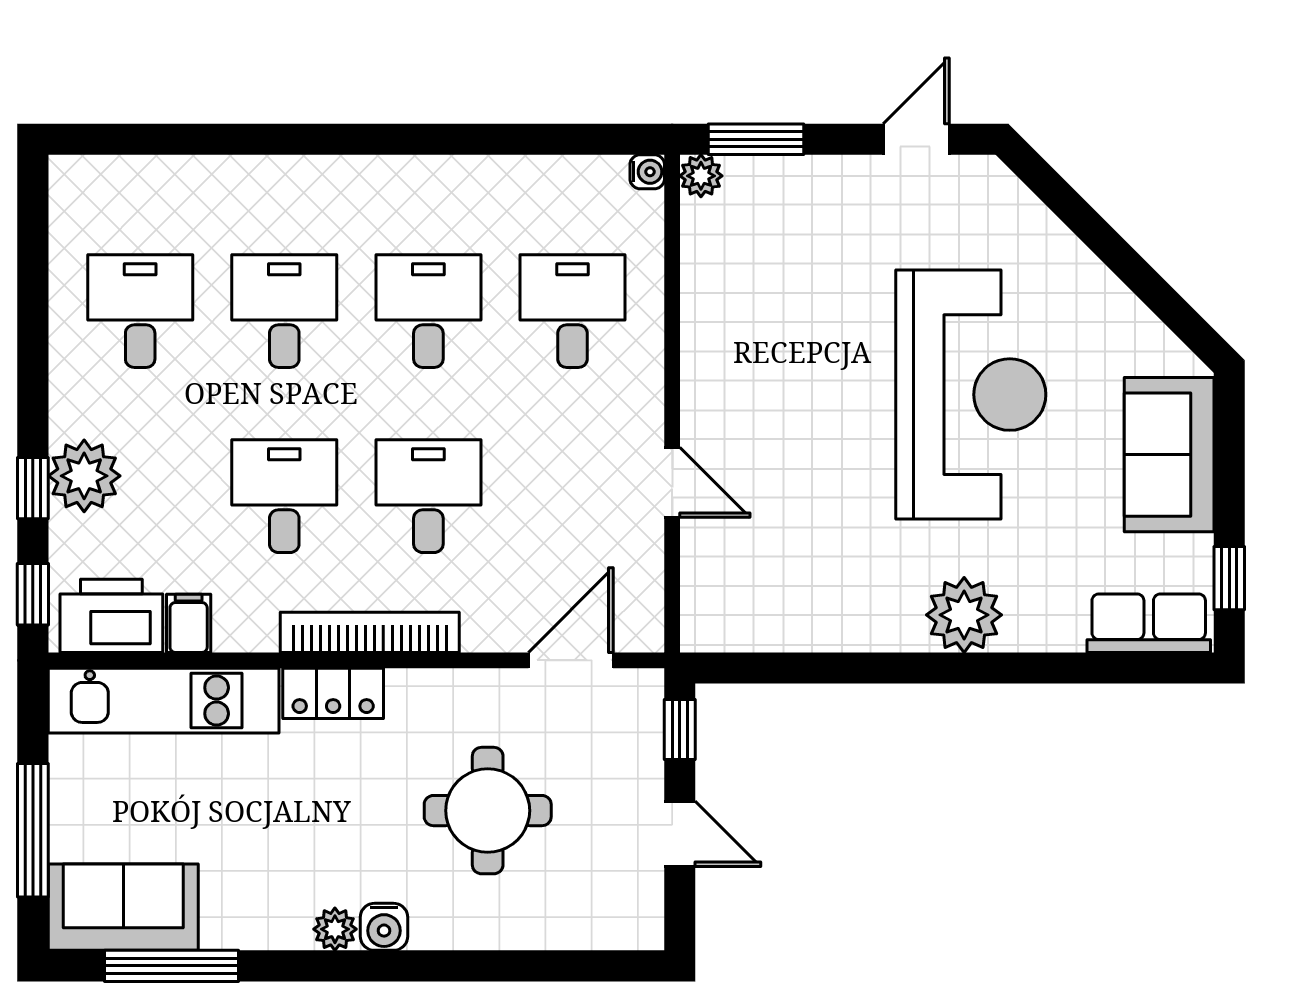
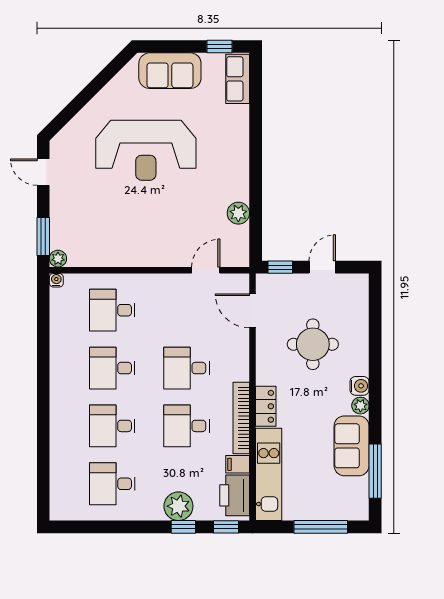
reception desk: (971, 395) -> (146, 150), turned 180
door: (672, 482) -> (206, 270), moved
plant: (964, 615) -> (238, 213), moved, width x0.73, depth x0.73
bookcase: (370, 632) -> (241, 418), moved
sofa: (123, 907) -> (352, 446), moved

